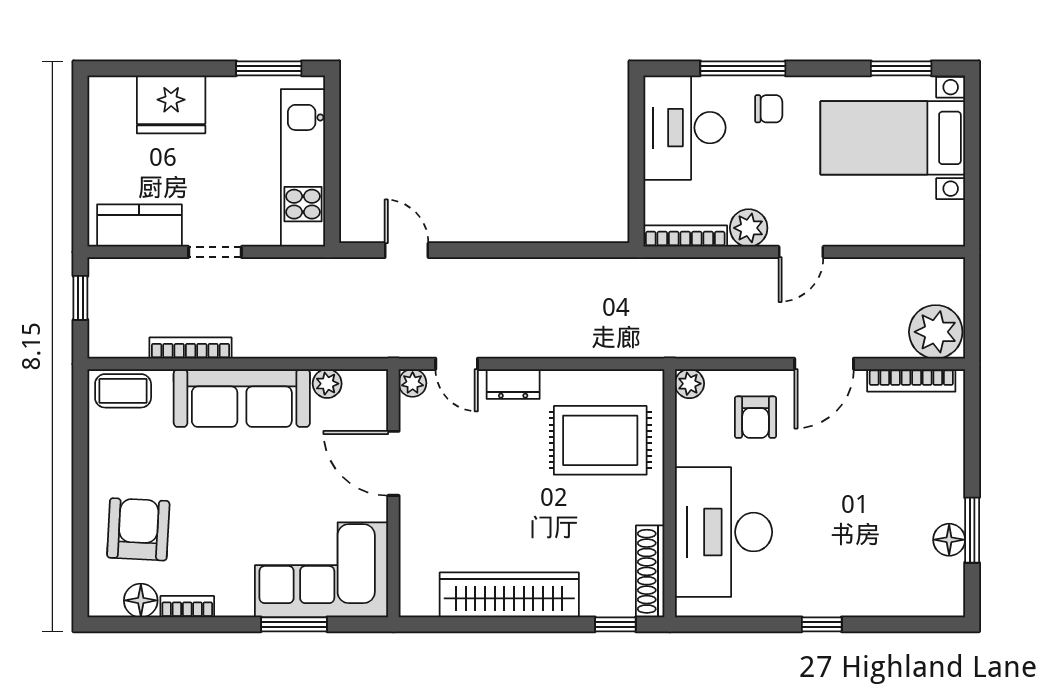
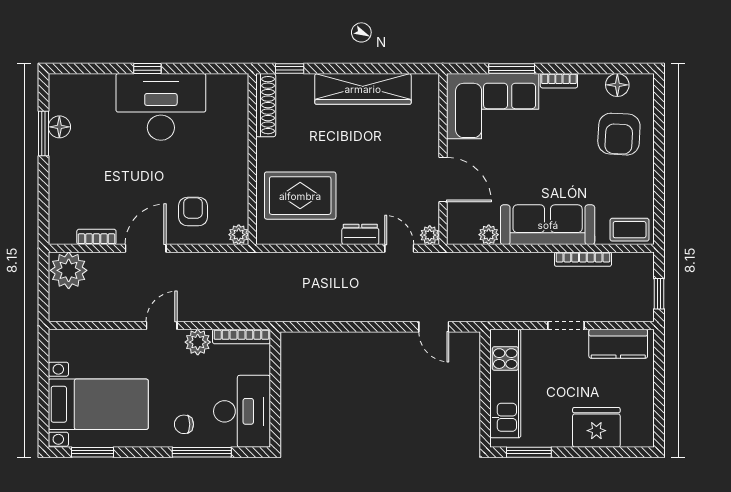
bookcase: (911, 380) -> (96, 237), width x0.64
desk: (723, 532) -> (161, 107), moved, turned -90
bookcase: (187, 607) -> (559, 81), moved

